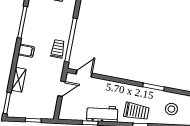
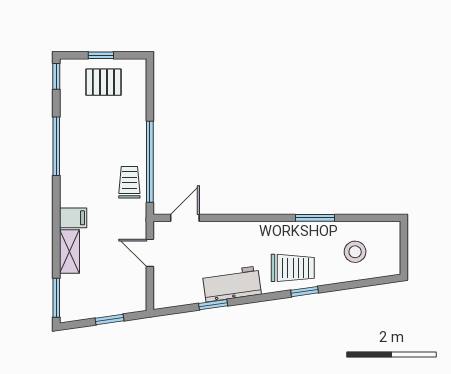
filing cabinet: (26, 51) -> (73, 218), moved
door: (62, 89) -> (150, 253), swing flipped

